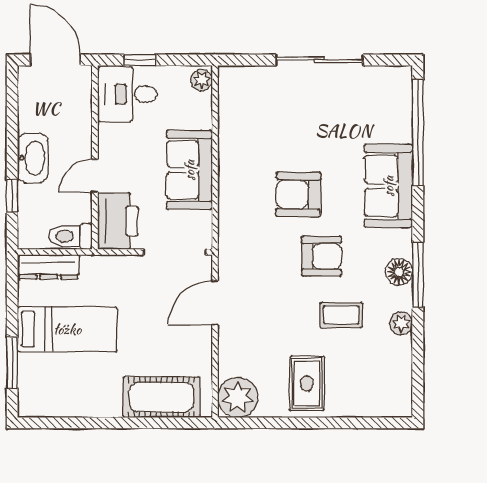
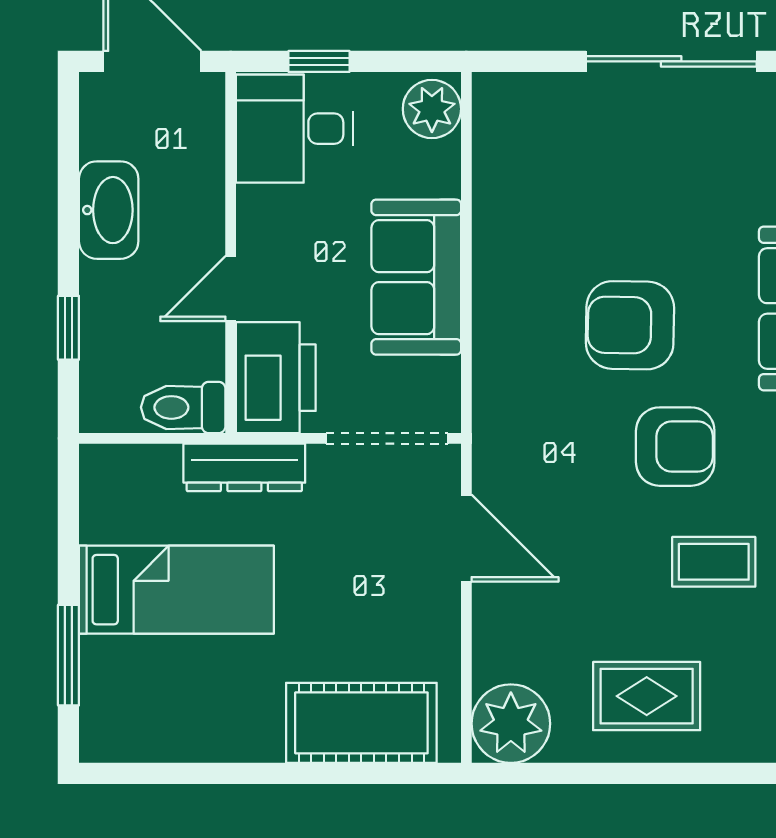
plant: (202, 80) -> (432, 109), width x1.38, depth x1.38
washbasin: (33, 158) -> (109, 210), moved
dresser: (49, 267) -> (244, 467), moved
door: (215, 303) -> (466, 538), swing flipped
rug: (307, 383) -> (647, 696), turned 90

